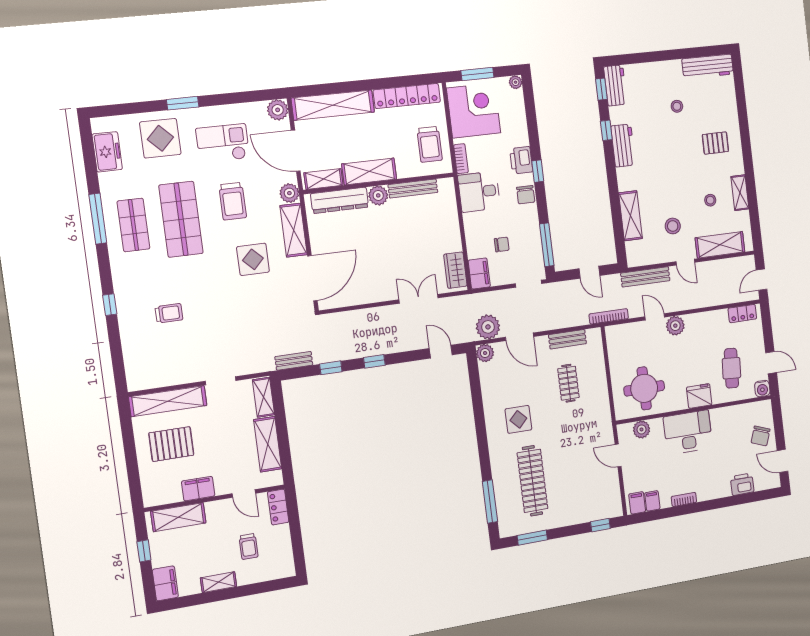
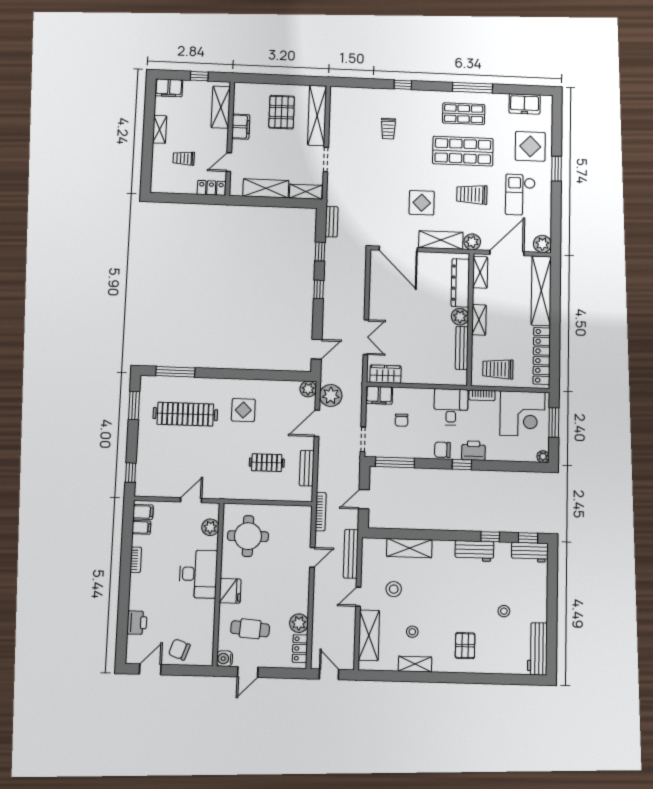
checkout: (223, 143) -> (520, 195), turned 180
shelving: (369, 171) -> (479, 320), width x0.67, depth x0.75
plant: (675, 326) -> (299, 623), moved

